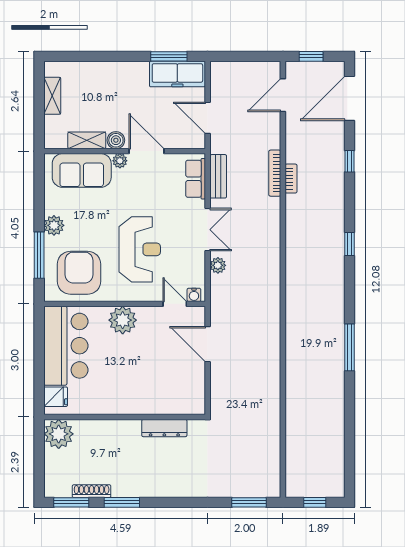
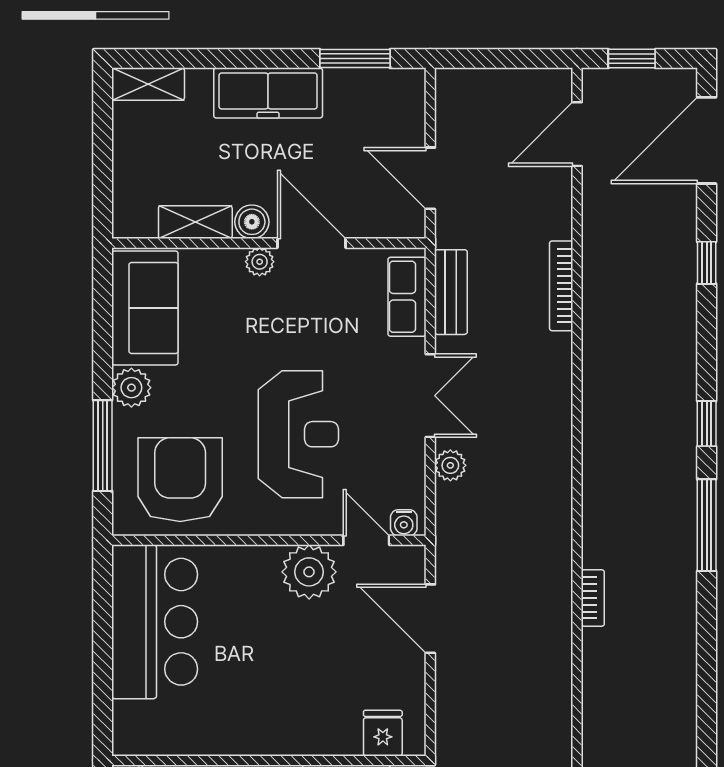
freezer: (177, 74) -> (268, 93), moved
shelving: (52, 96) -> (148, 84), moved, turned 90
sofa: (82, 170) -> (145, 308), moved, turned -90
bookcase: (291, 179) -> (593, 598), moved
plant: (123, 320) -> (309, 572), moved
window: (350, 347) -> (707, 525), moved
fridge: (56, 397) -> (383, 733), moved, turned -90

